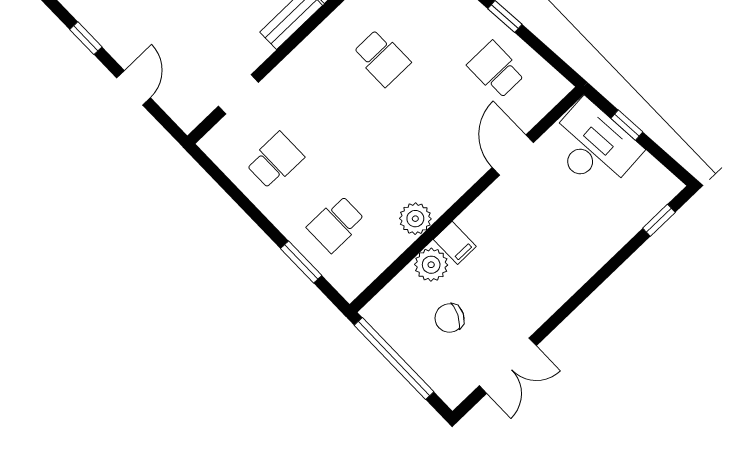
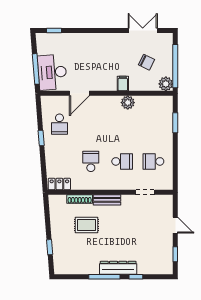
door: (134, 88) -> (175, 225), swing flipped
window: (627, 125) -> (36, 69), width x2.17
school desk: (336, 224) -> (122, 161), moved
plant: (431, 265) -> (166, 84), moved

